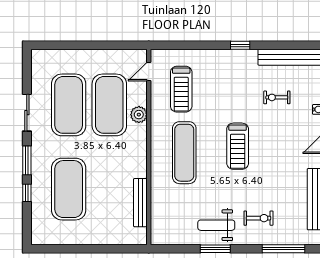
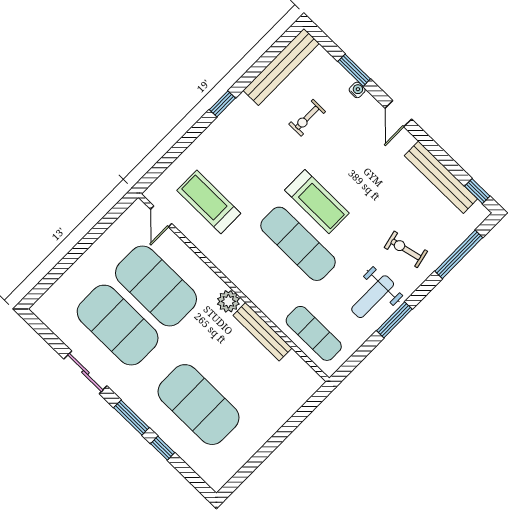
treadmill: (181, 89) -> (209, 202), turned 180
plant: (139, 115) -> (228, 301), moved
exercise mat: (184, 153) -> (298, 244), moved
bench: (140, 203) -> (262, 332), moved
exercise mat: (166, 213) -> (314, 333), added
exercise bike: (259, 218) -> (406, 249), turned -103

